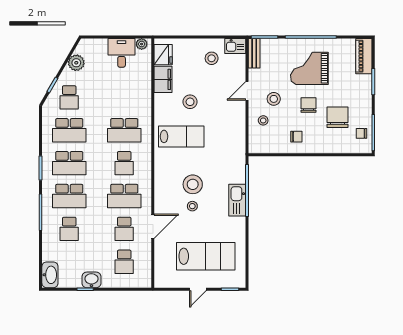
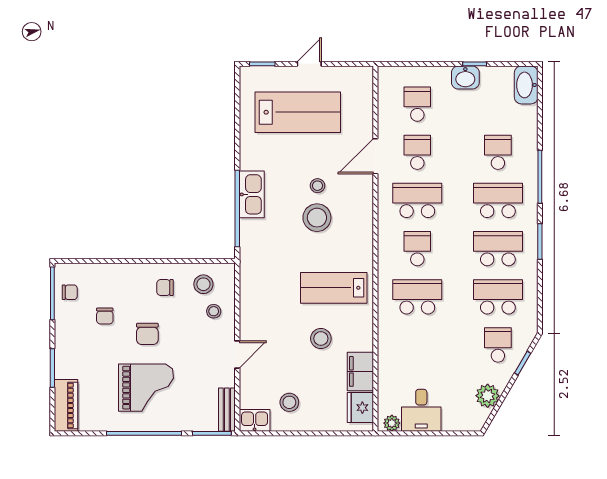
stool: (274, 99) -> (203, 284), moved
chair: (337, 117) -> (105, 316), width x0.54, depth x0.54
lab bench: (206, 256) -> (298, 112), turned 180

